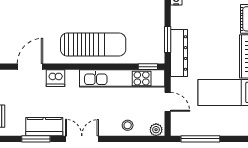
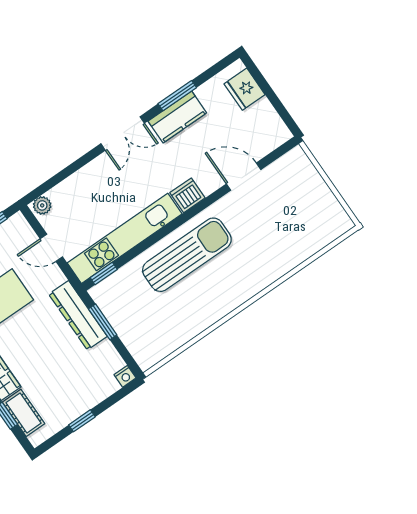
sun lounger: (93, 45) -> (187, 255), turned 180
door: (30, 67) -> (244, 177), swing flipped
dishwasher: (55, 78) -> (187, 195), moved
stool: (128, 125) -> (80, 187), removed

